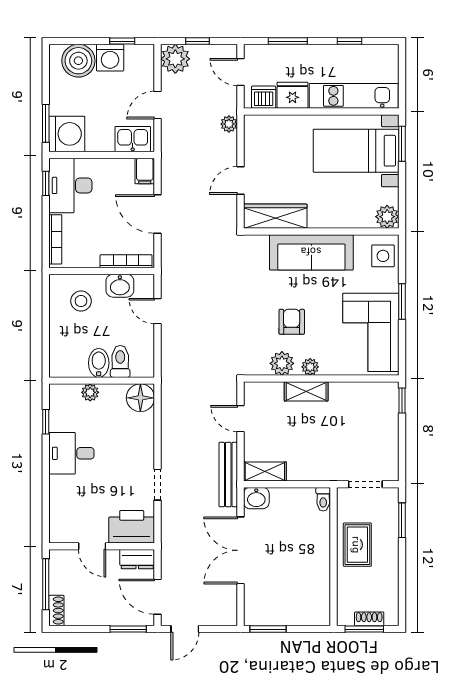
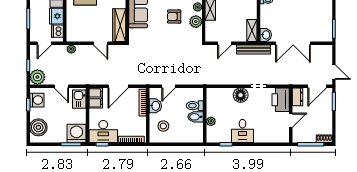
washing machine: (110, 58) -> (37, 100), moved
filing cabinet: (145, 171) -> (96, 98), width x2.00
floor lamp: (140, 398) -> (241, 95), moved

